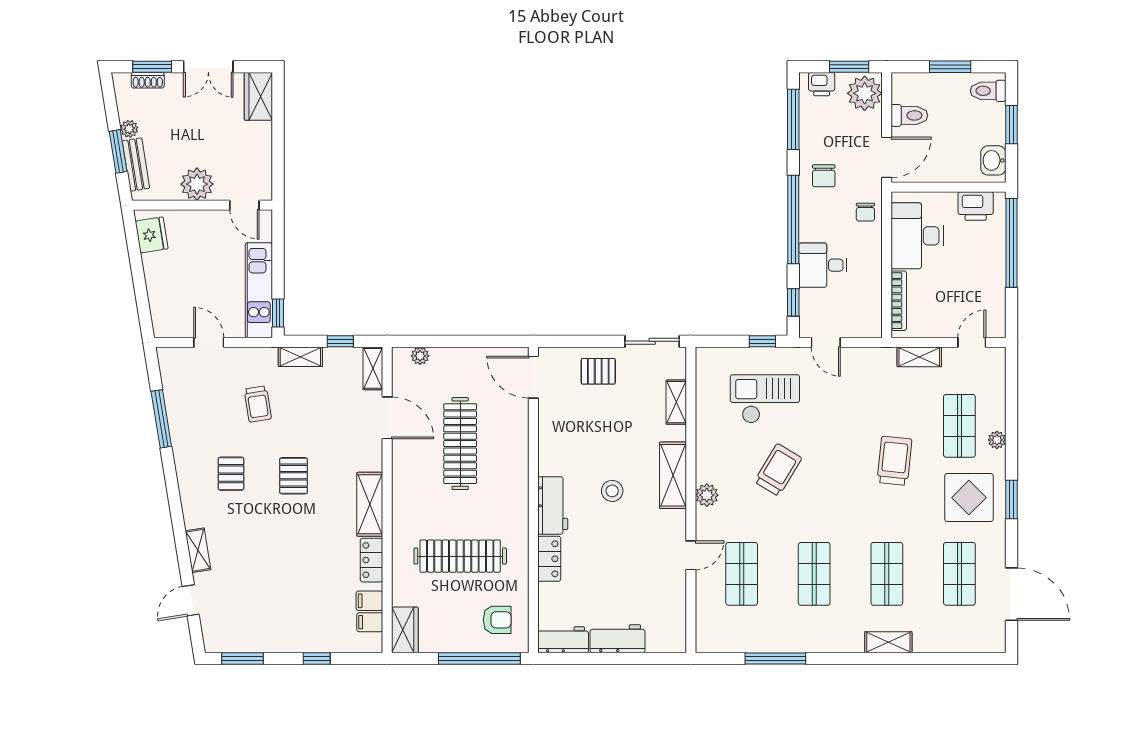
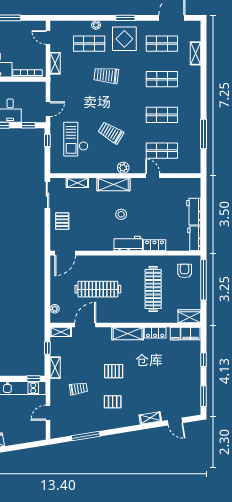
filing cabinet: (370, 622) -> (190, 334), width x2.00
shelving: (888, 642) -> (196, 53), moved

